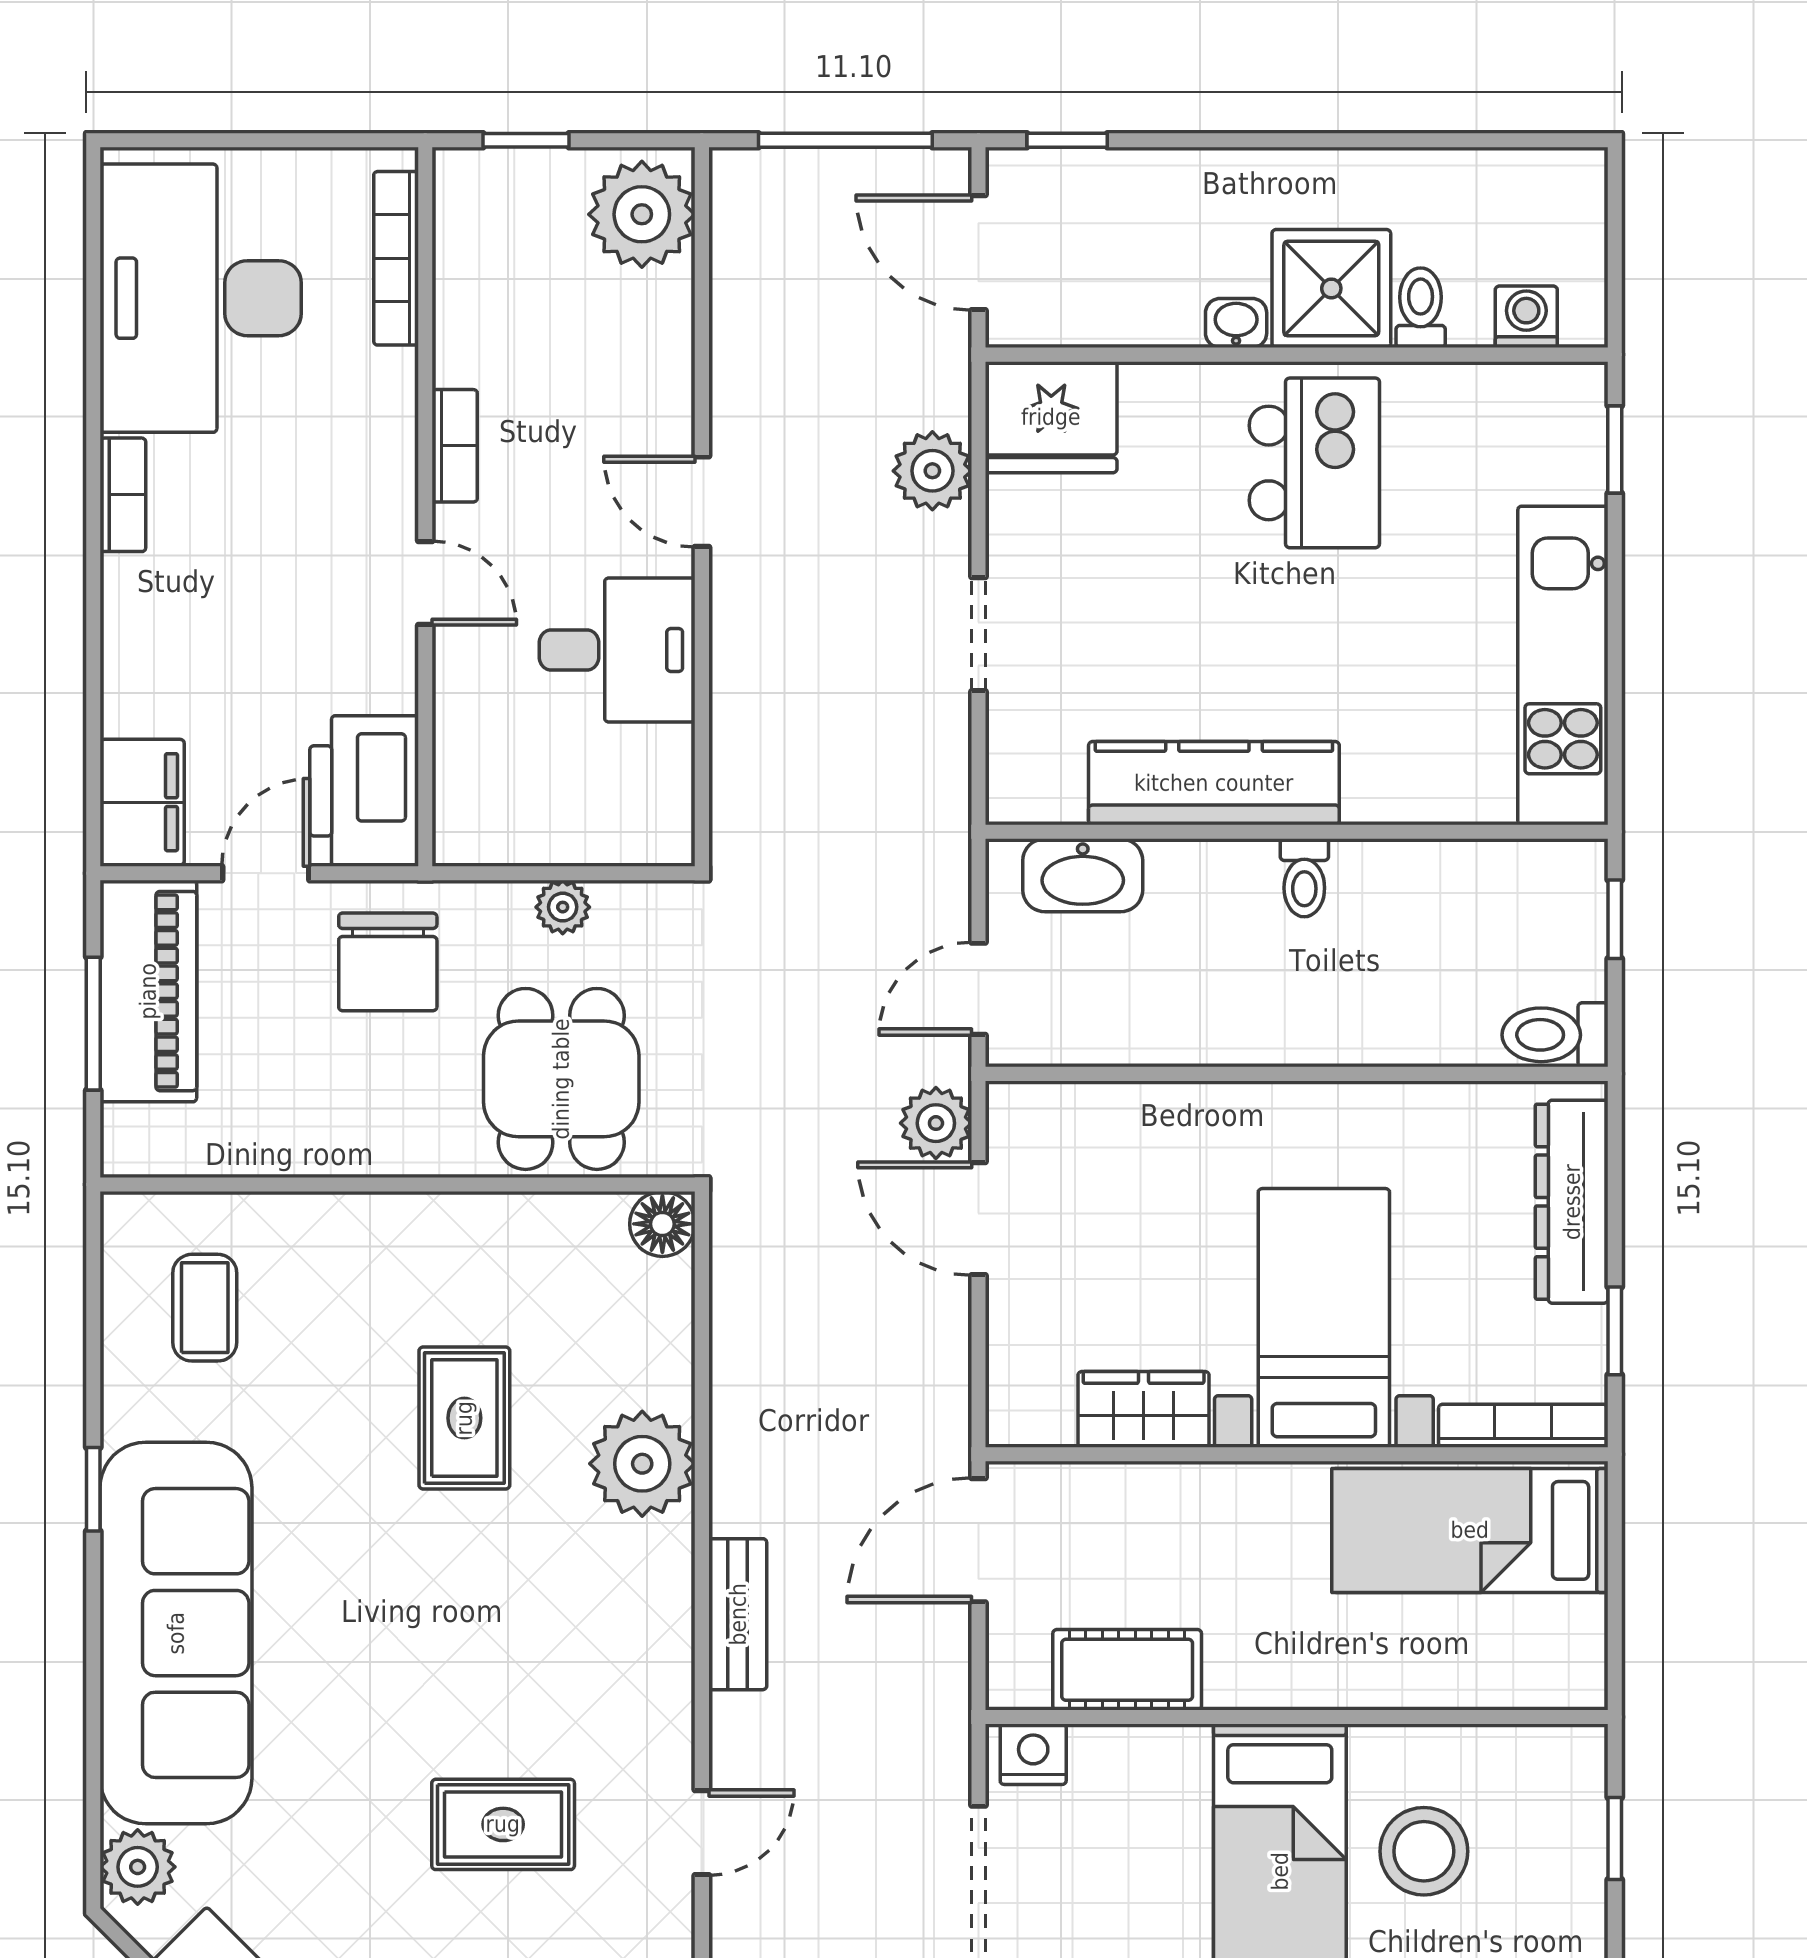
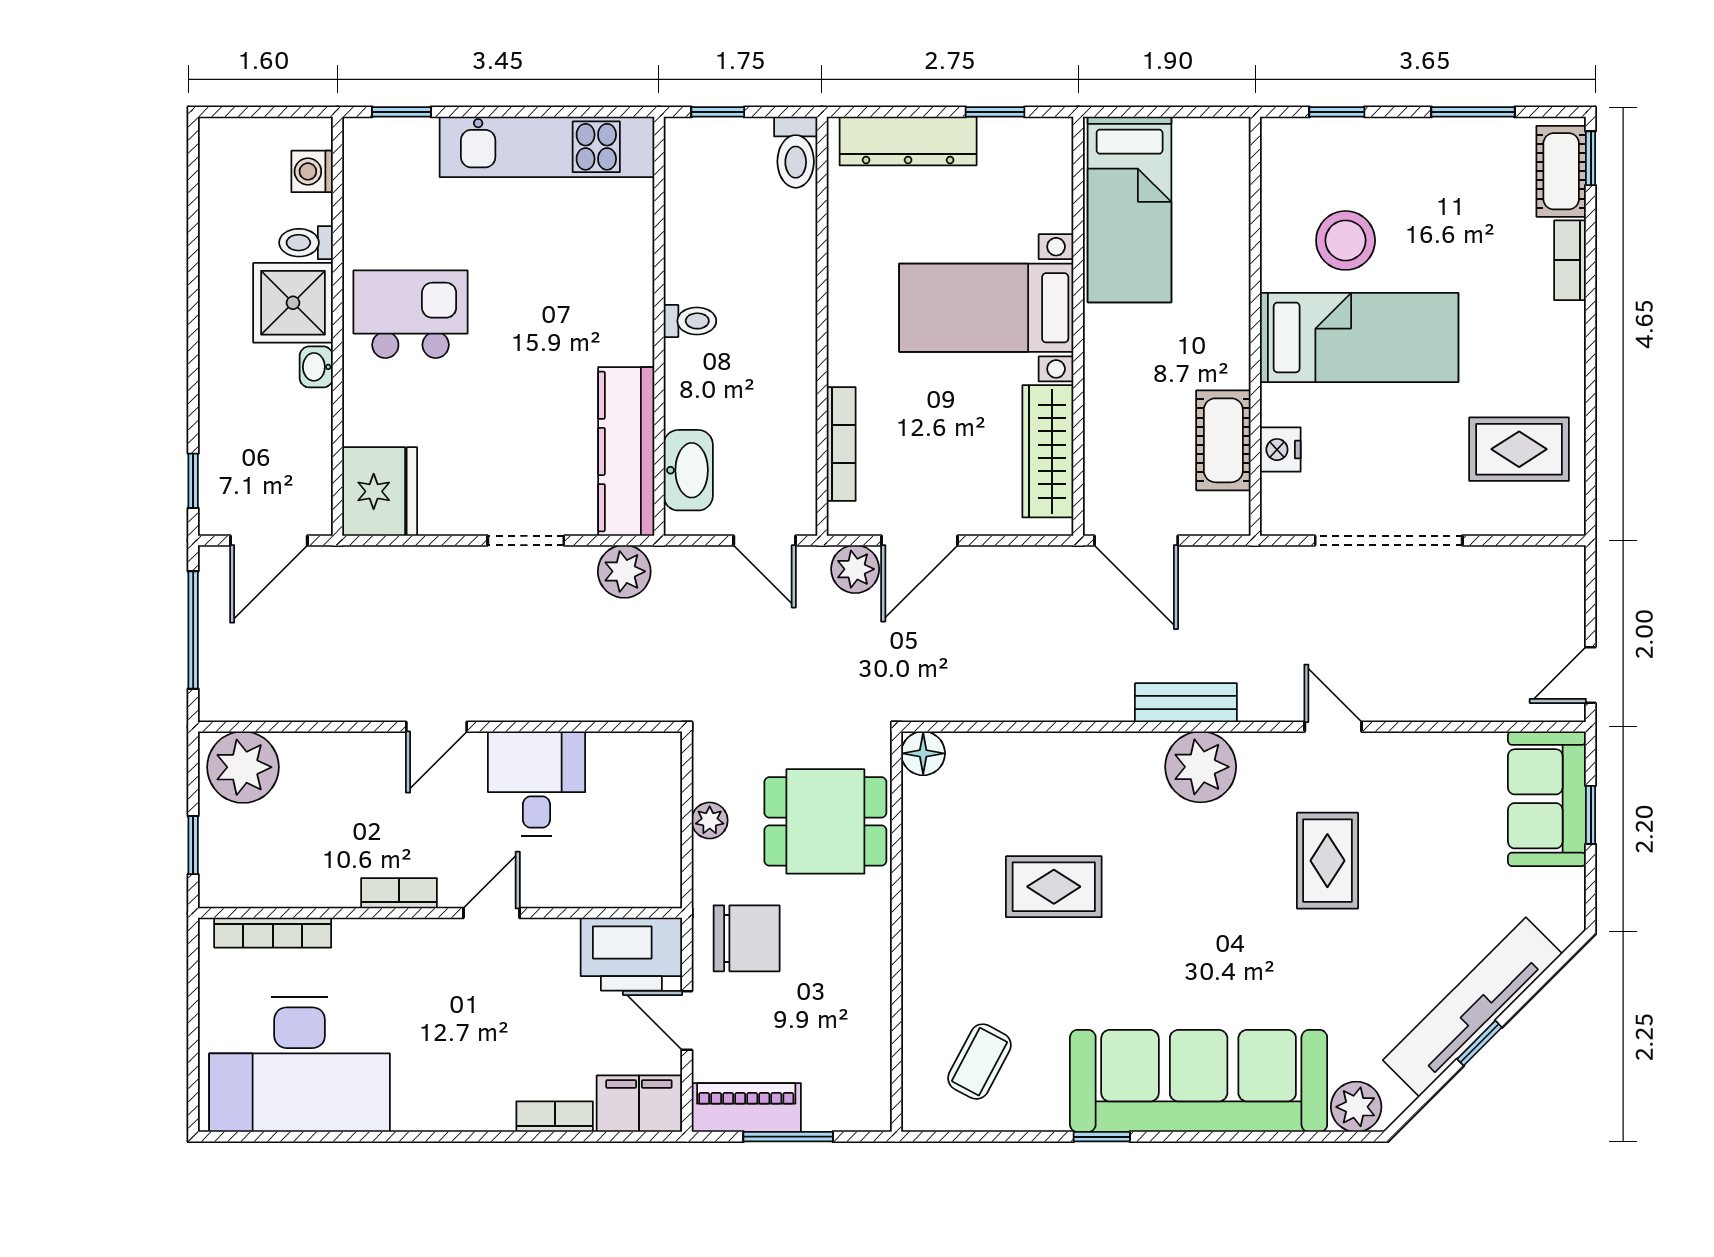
plant: (932, 471) -> (624, 571), moved
bookcase: (123, 495) -> (555, 1117), moved
kitchen counter: (1214, 783) -> (626, 451), moved
piano: (148, 991) -> (746, 1108), width x0.73, depth x0.75
coffee table: (205, 1308) -> (979, 1062), turned -62
wardrobe: (1144, 1409) -> (1048, 451), width x1.50
bookcase: (1523, 1426) -> (841, 444), moved, turned 180
plant: (642, 1464) -> (1201, 767), moved
nightstand: (1033, 1754) -> (1280, 450), moved

